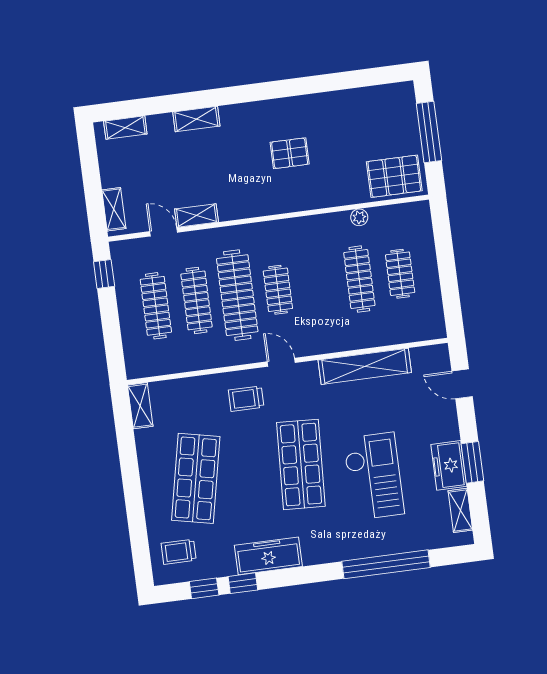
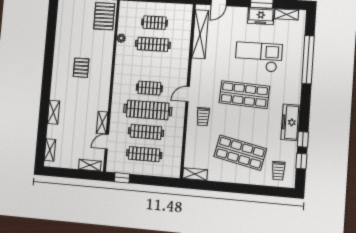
shelving: (365, 366) -> (200, 34), moved

